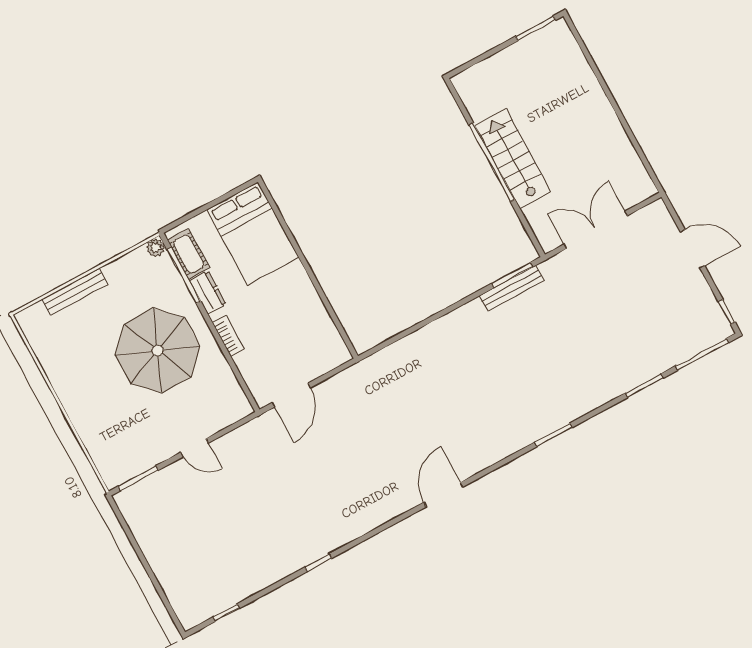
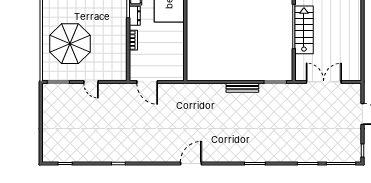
bench: (512, 288) -> (242, 88), moved
parasol: (158, 351) -> (70, 44), moved
door: (291, 395) -> (147, 82), hinge flipped

